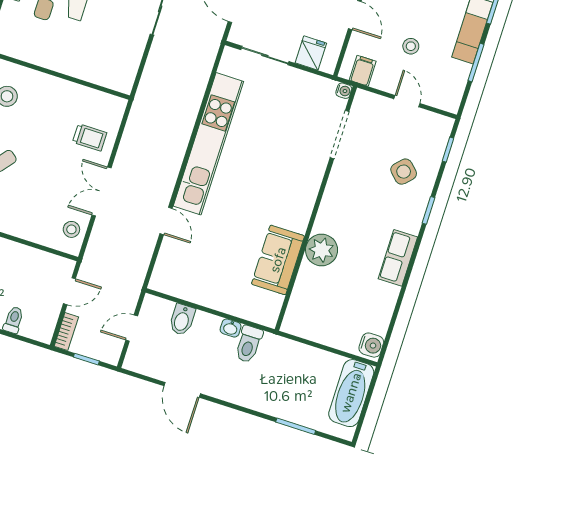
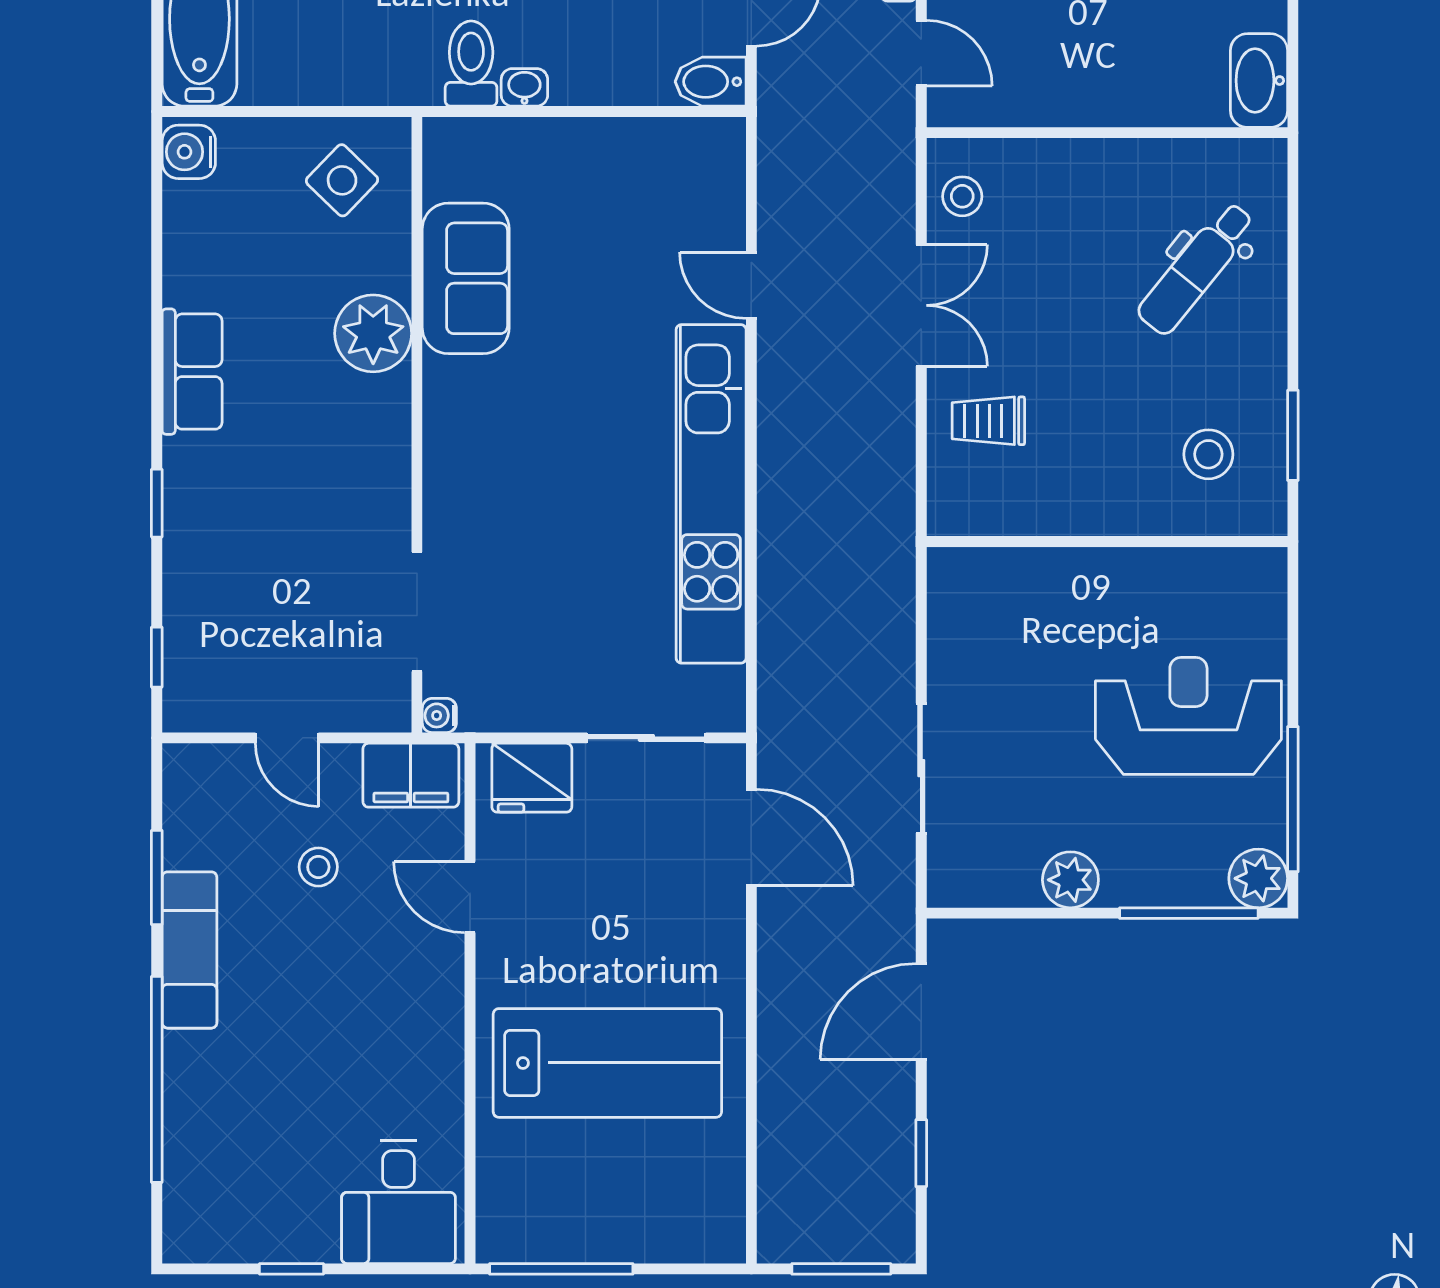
fridge: (311, 53) -> (532, 778), width x1.38
filing cabinet: (363, 71) -> (411, 775), width x2.00
side table: (404, 172) -> (342, 180), moved
door: (69, 291) -> (921, 53), swing flipped
bidet: (182, 320) -> (711, 82), moved, turned -90

